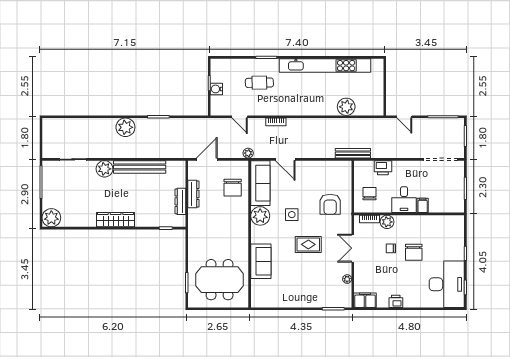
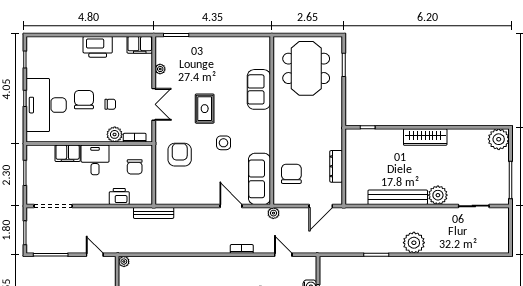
plant: (346, 107) -> (124, 262), moved, width x0.53, depth x0.53
dresser: (180, 201) -> (351, 158), removed
filing cabinet: (423, 205) -> (68, 153), width x2.00
plant: (260, 216) -> (260, 141), removed
rug: (308, 244) -> (205, 109), turned 90
meeting table: (220, 280) -> (306, 68), turned 90
desk: (447, 284) -> (46, 105), moved
printer: (396, 301) -> (98, 47), width x1.87, depth x1.48

